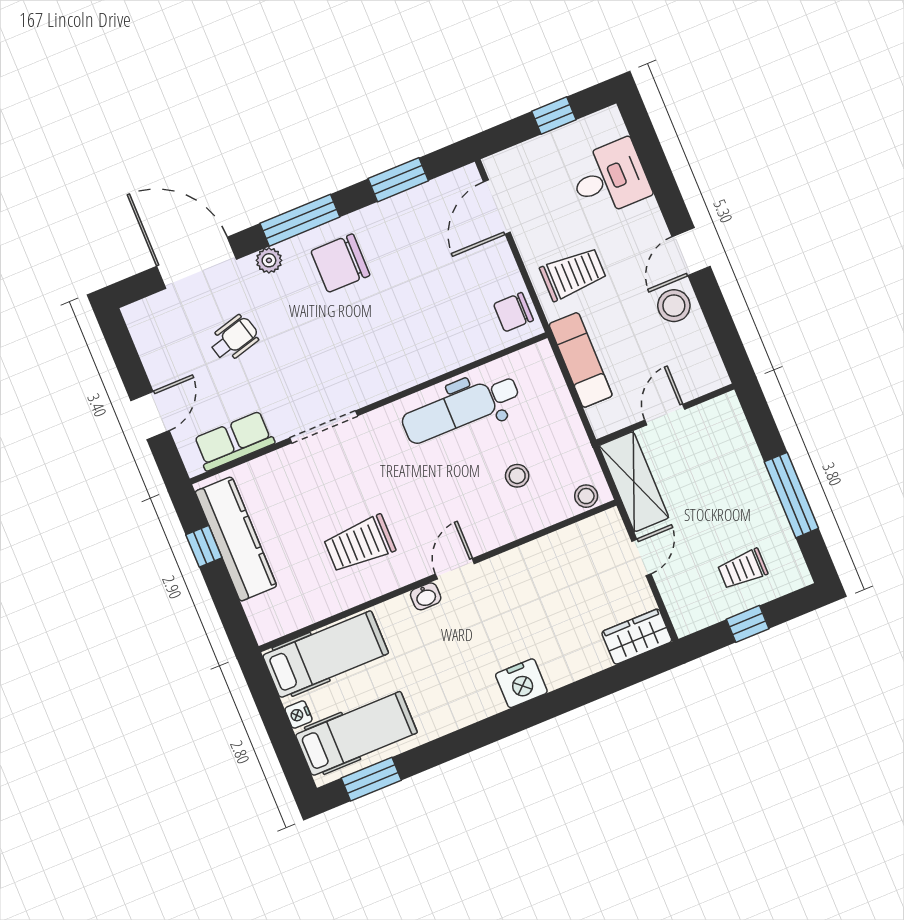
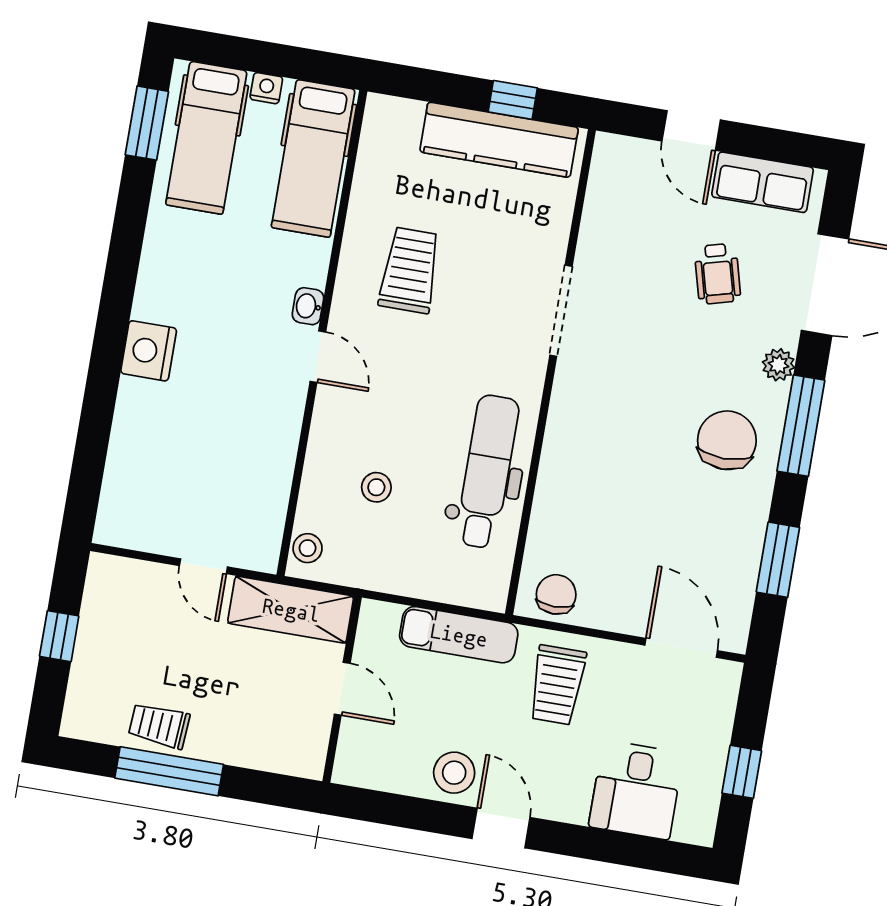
row of seats: (234, 441) -> (763, 182), moved, turned 90
trolley: (743, 569) -> (159, 726), moved, turned -86
wardrobe: (637, 637) -> (121, 508), removed

